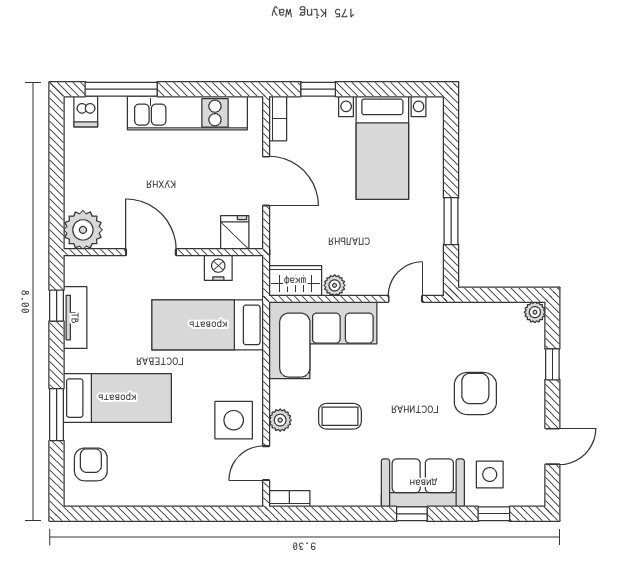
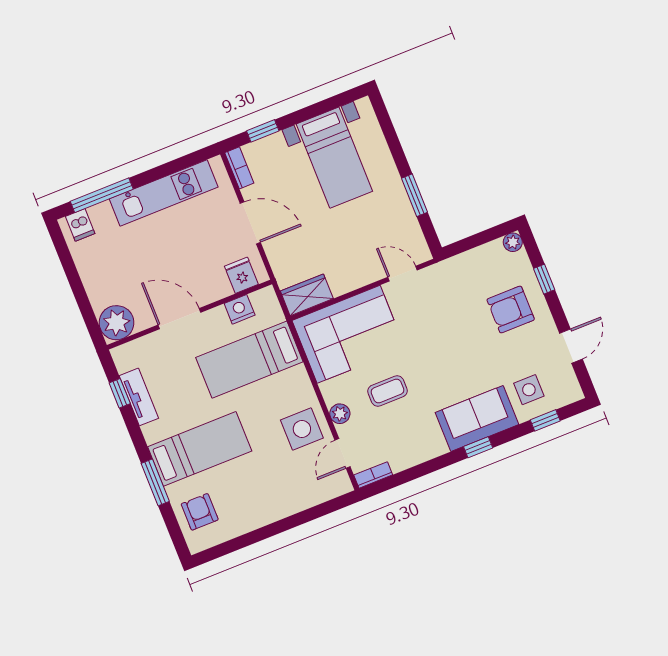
plant: (335, 285) -> (340, 286), removed
door: (405, 299) -> (402, 274), hinge flipped
armchair: (475, 394) -> (511, 310), moved, turned -90

